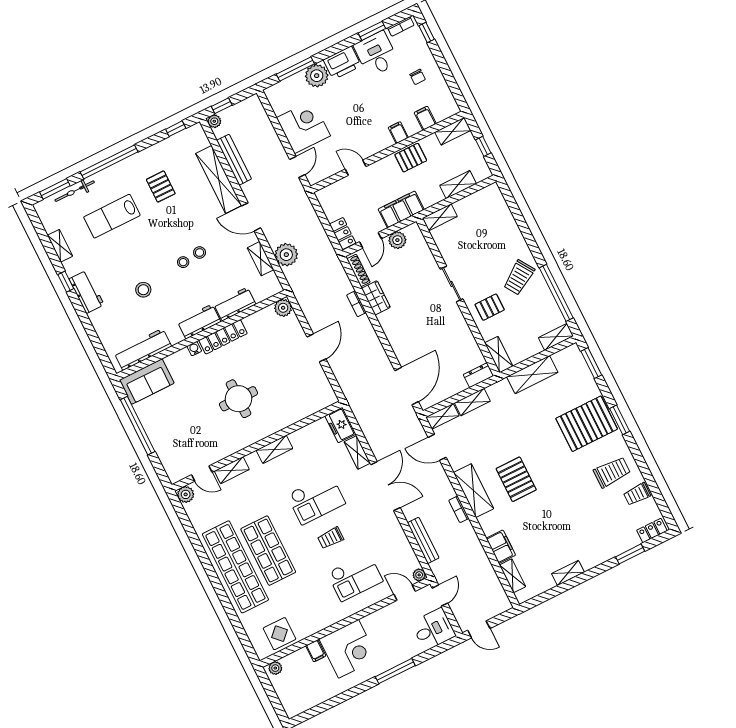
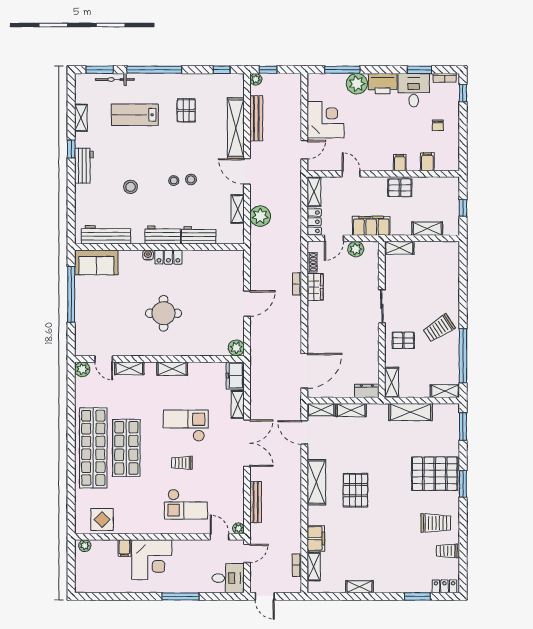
shelving: (453, 131) -> (314, 192), moved, turned 90
shoe rack: (358, 270) -> (312, 262), width x0.70
plant: (283, 308) -> (236, 348), moved
locker: (223, 337) -> (168, 257), width x0.66
checkout: (316, 499) -> (186, 426), turned 180
bookcase: (459, 509) -> (297, 565), moved

